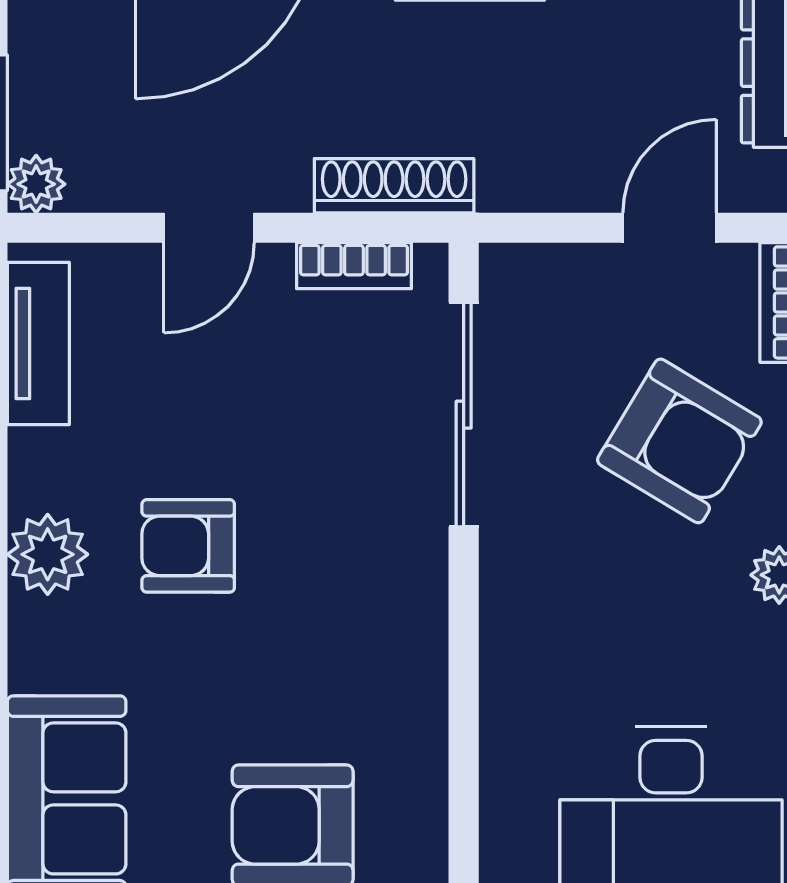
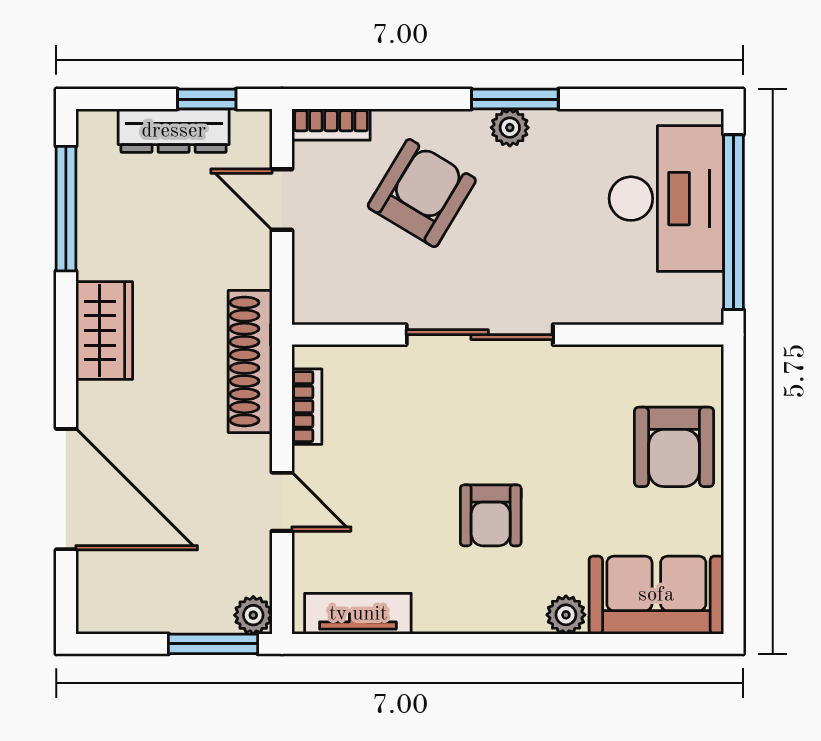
shoe rack: (394, 186) -> (250, 361), width x1.36, depth x1.24
sliding door: (464, 415) -> (480, 335), moved
plant: (48, 554) -> (566, 615), moved, width x0.73, depth x0.73

